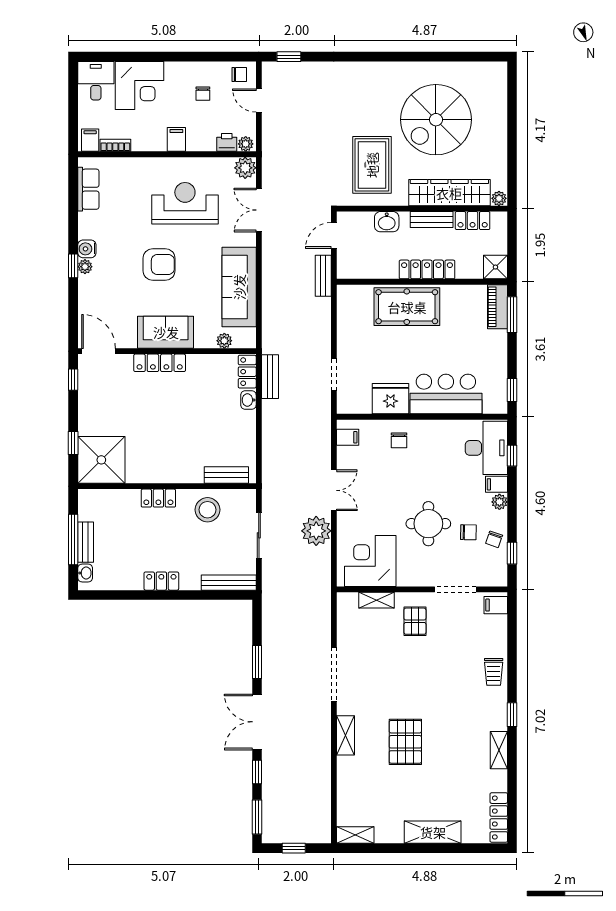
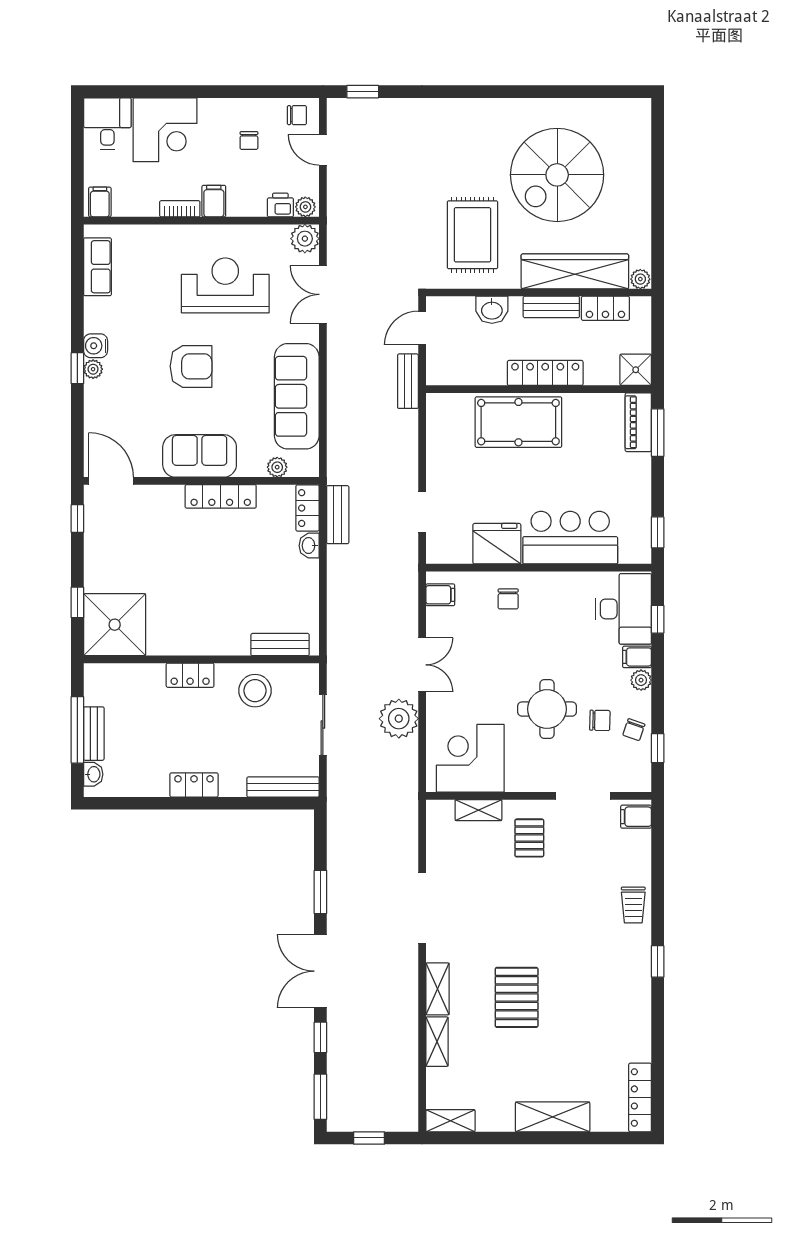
bookcase: (115, 145) -> (180, 209), moved
locker: (160, 363) -> (221, 496), moved
shelving: (499, 750) -> (437, 1042), moved

